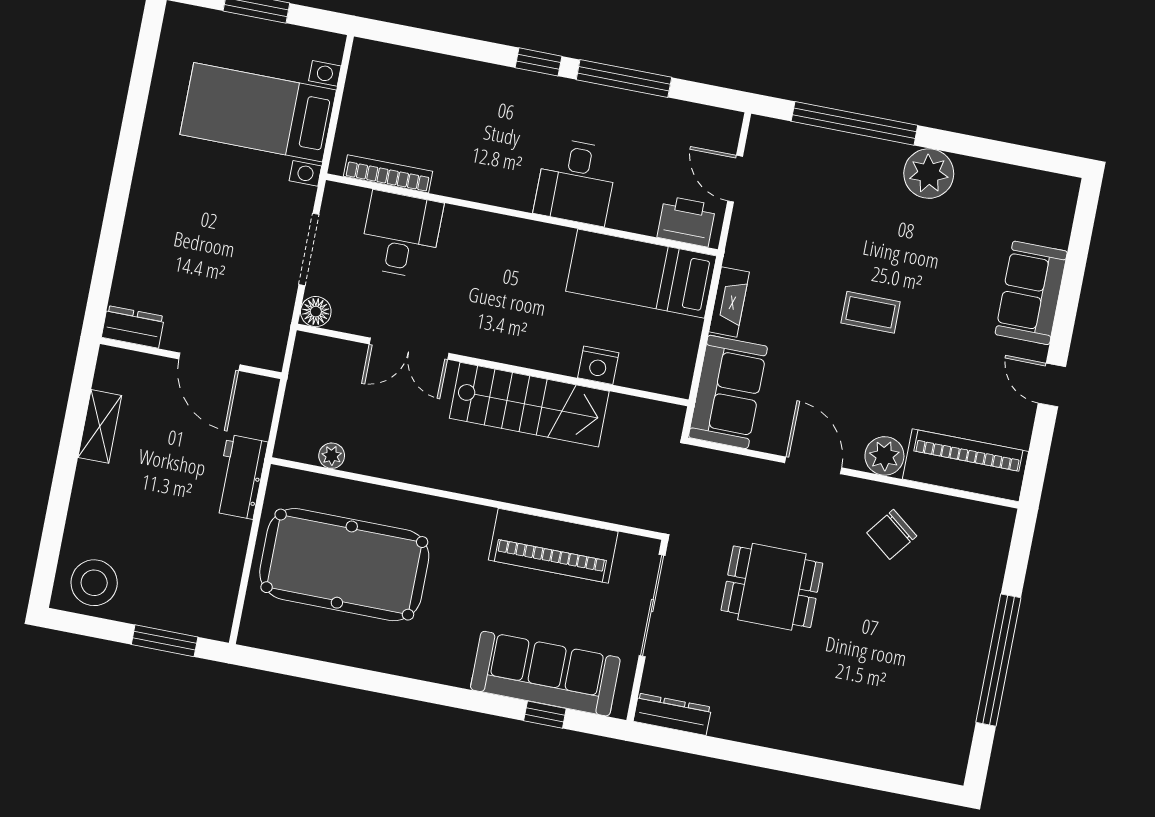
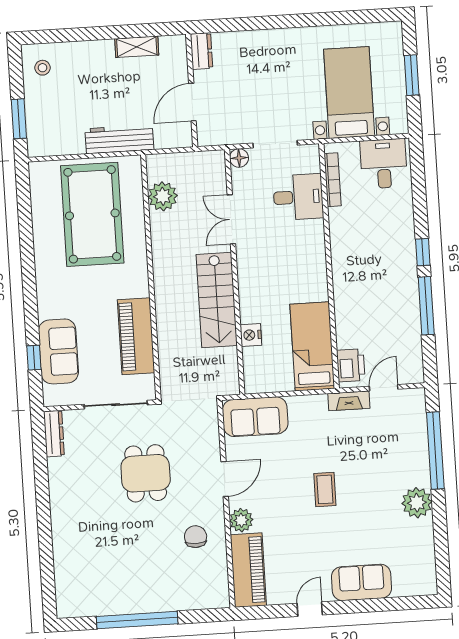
desk: (576, 182) -> (384, 164), moved, turned 90
fireplace: (729, 302) -> (349, 401), moved
plant: (332, 456) -> (163, 196), width x1.88, depth x1.88
workbench: (240, 477) -> (119, 139), width x1.38
chair: (892, 534) -> (196, 537), turned 52
stool: (94, 583) -> (42, 68), width x0.53, depth x0.53
sofa: (545, 674) -> (58, 351), width x0.73

